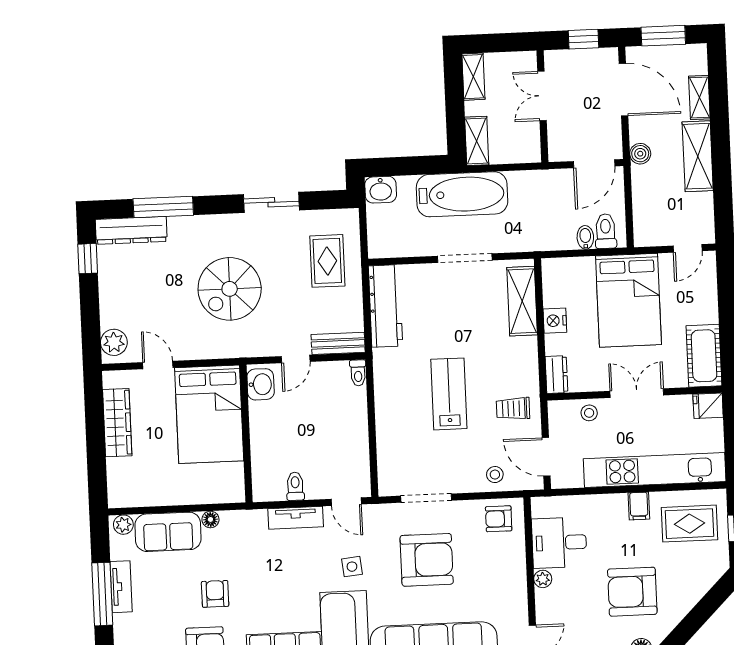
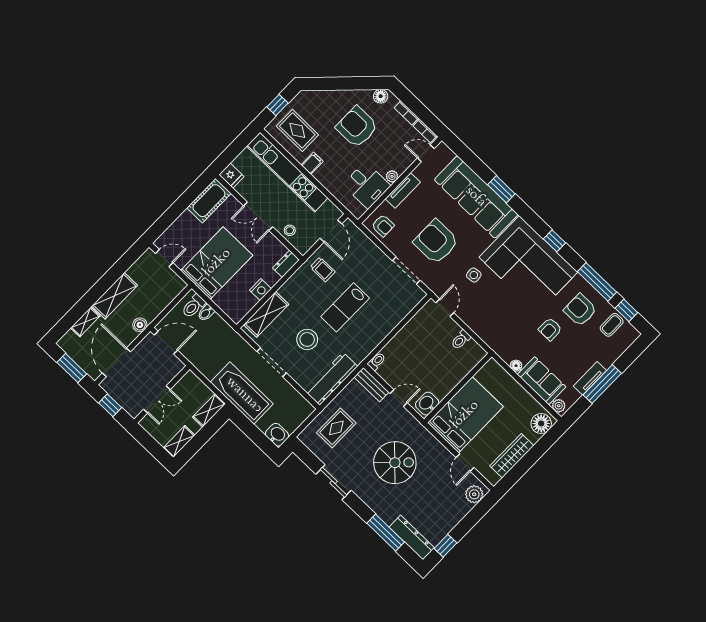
stool: (495, 475) -> (307, 339), moved, width x1.89, depth x1.89
floor lamp: (122, 487) -> (541, 424), added
tv unit: (296, 518) -> (403, 191), moved, turned 90
armchair: (632, 592) -> (357, 127), turned 180

